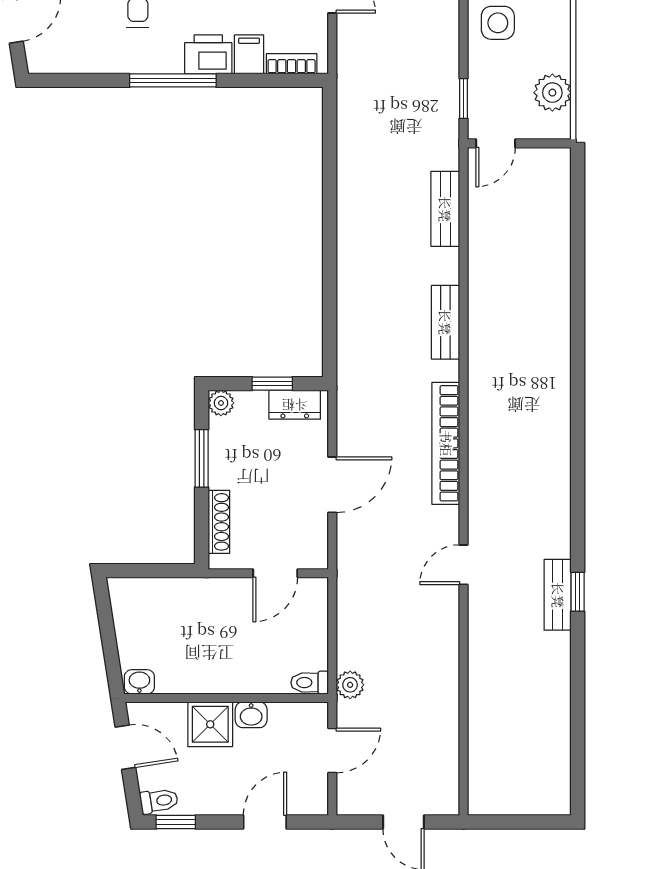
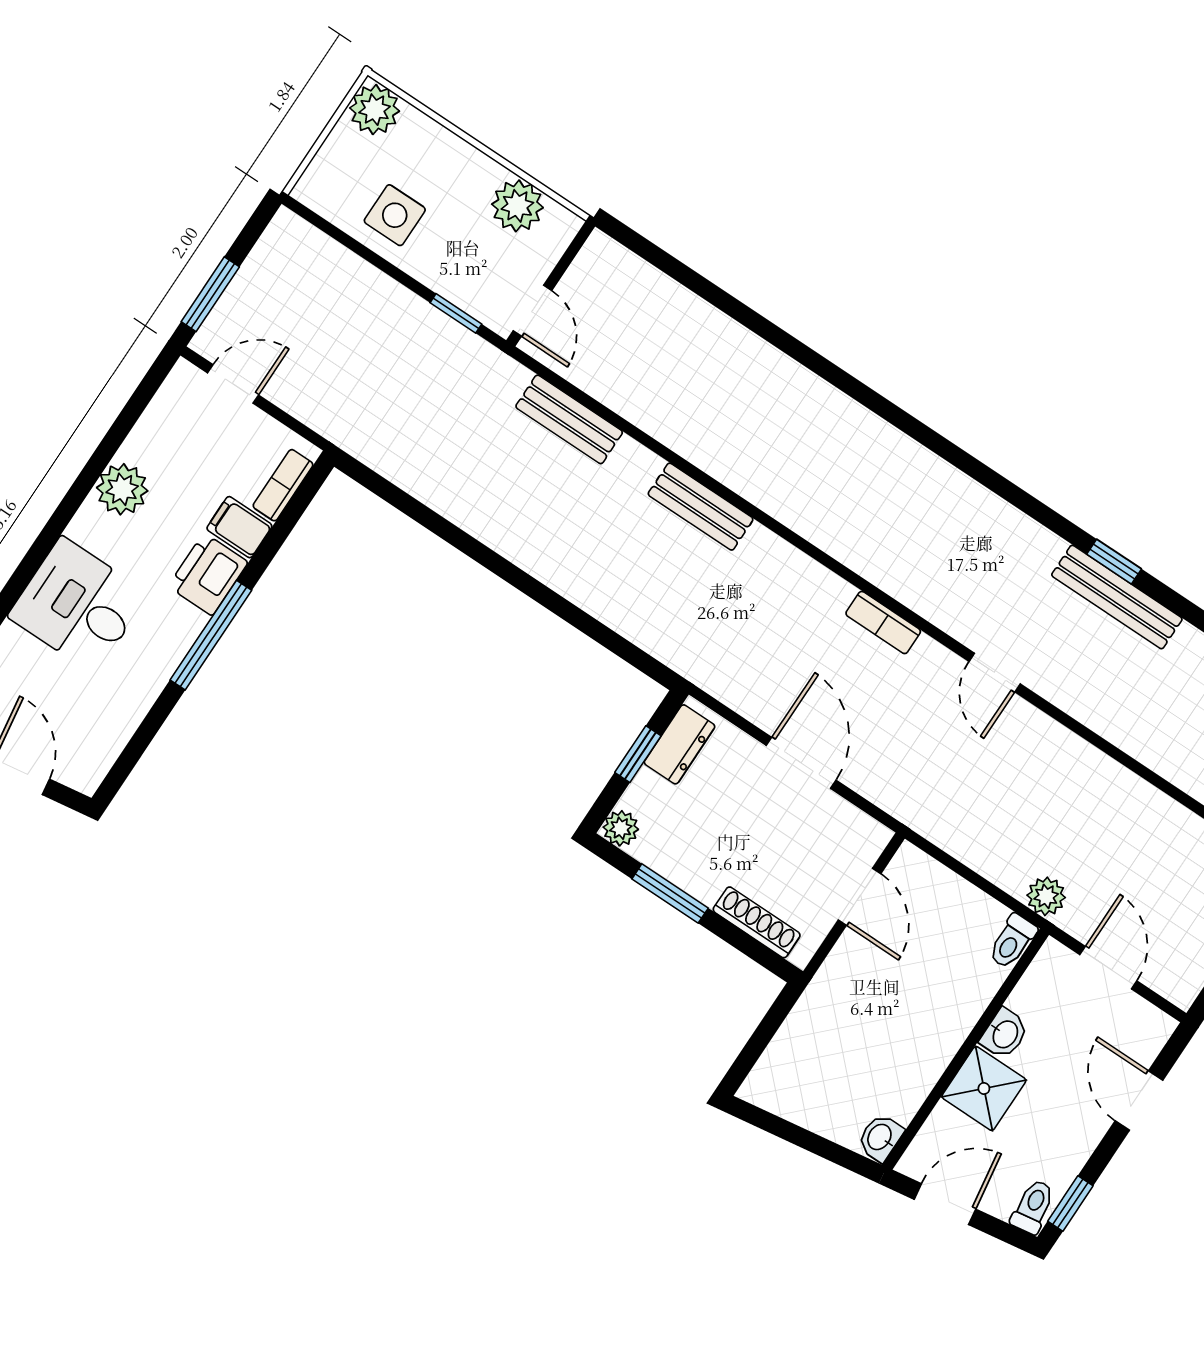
bookcase: (446, 443) -> (883, 622), width x0.43, depth x0.76
bench: (558, 595) -> (1117, 597), width x1.36

